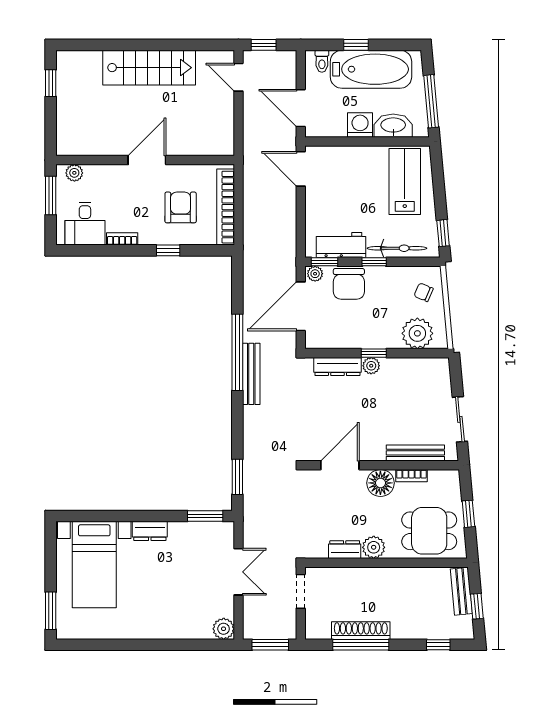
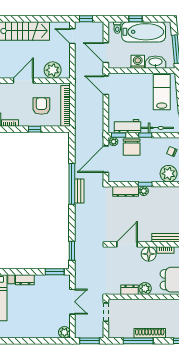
plant: (202, 140) -> (53, 70), added
bench: (251, 374) -> (79, 191), width x0.73
shoe rack: (361, 631) -> (150, 333), moved

